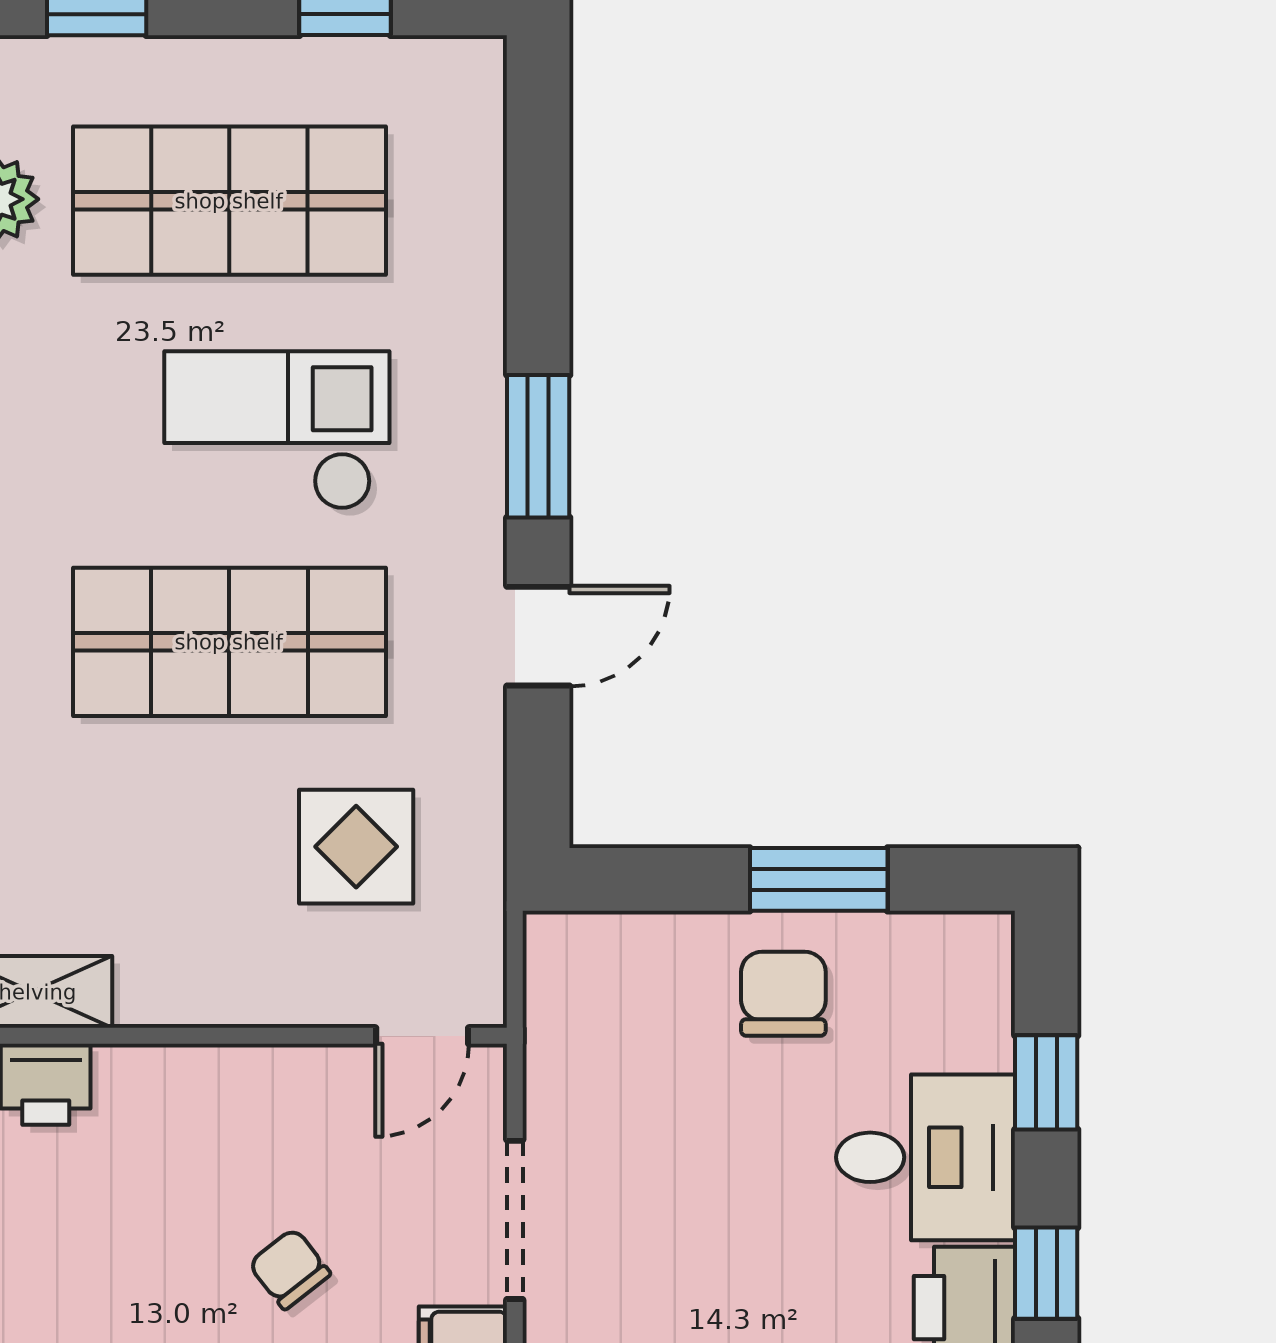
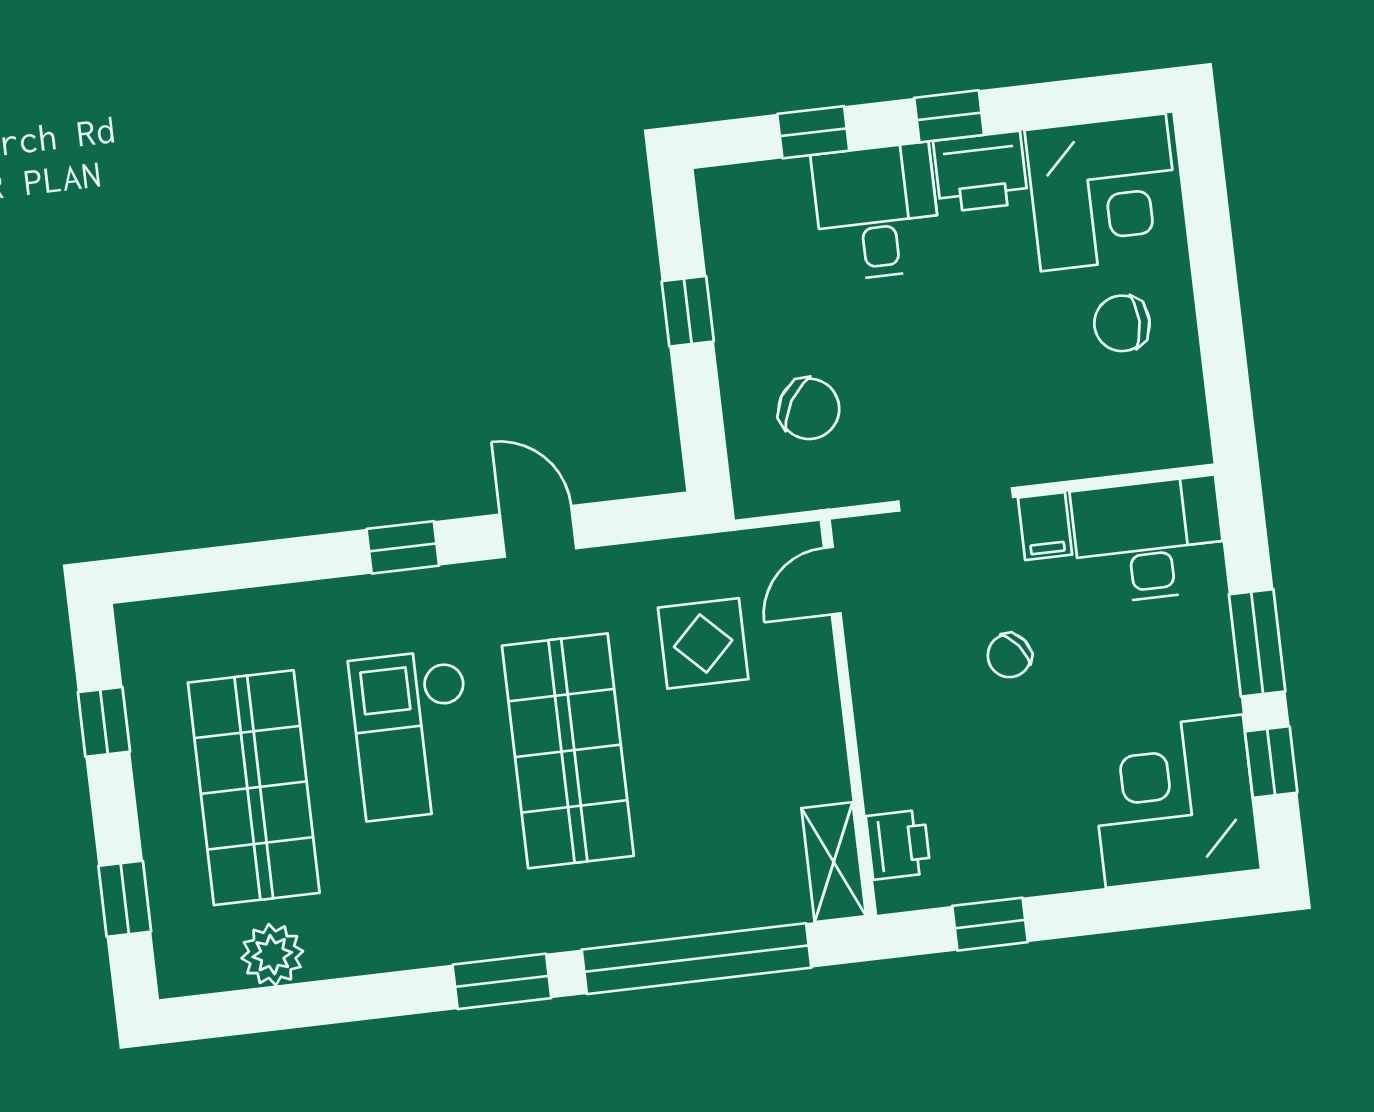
window: (538, 446) -> (403, 547), width x0.67
window: (819, 879) -> (688, 311), width x0.67
chair: (783, 994) -> (809, 409), moved, turned -149
door: (422, 1036) -> (832, 581), swing flipped

